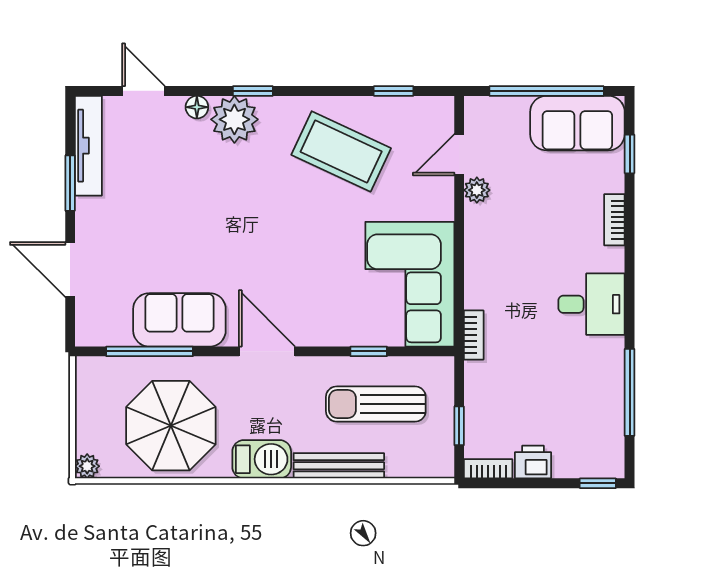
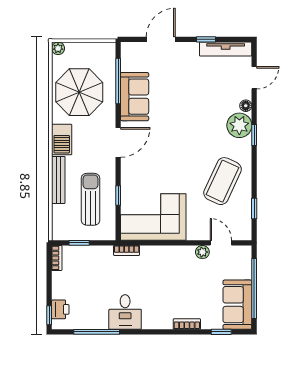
window: (70, 183) -> (206, 39), width x0.67
desk: (592, 304) -> (125, 312), moved
printer: (533, 462) -> (60, 309), moved

